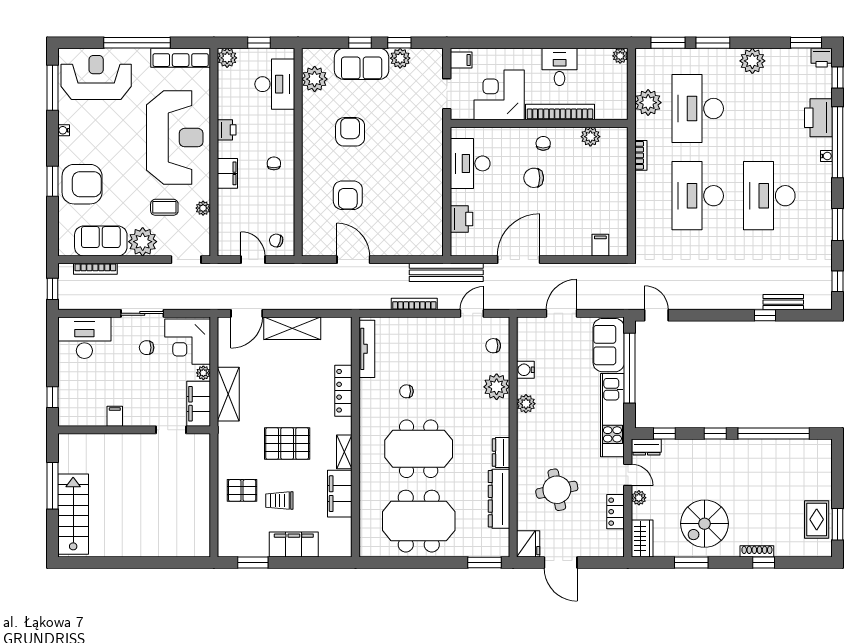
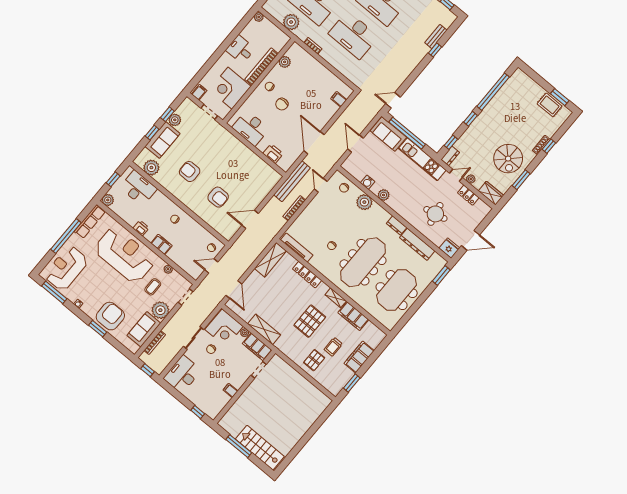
shelving: (292, 328) -> (270, 260), moved
meeting table: (419, 449) -> (363, 262), width x1.36

